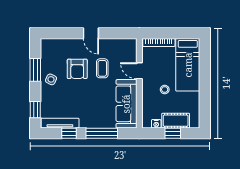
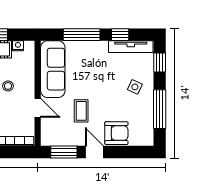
window: (117, 33) -> (64, 152), added
armchair: (77, 69) -> (116, 133), moved, turned 90
window: (35, 70) -> (160, 109), width x1.44
side table: (51, 79) -> (135, 87), moved

